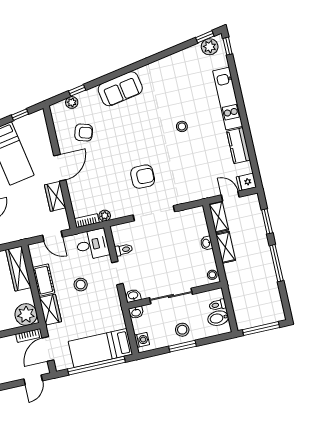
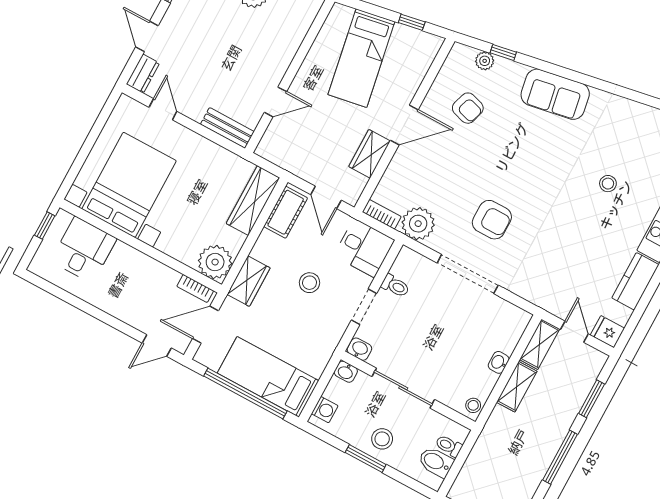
stool: (182, 126) -> (608, 184), moved
plant: (105, 216) -> (418, 224), width x1.88, depth x1.88
cot: (44, 280) -> (286, 212), moved

